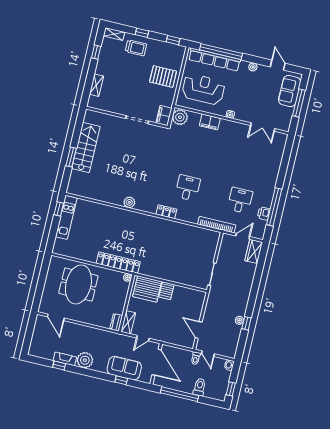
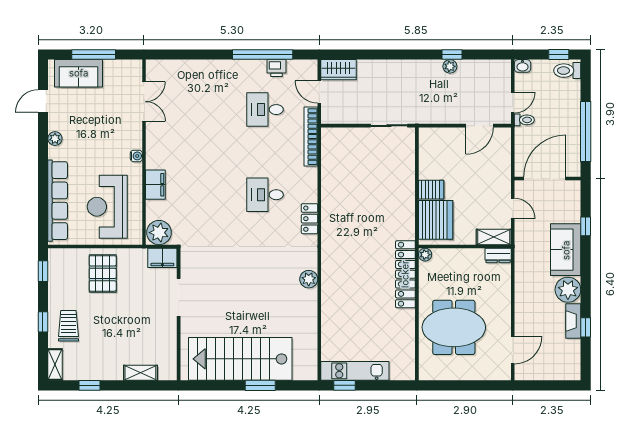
window: (221, 52) -> (43, 193), removed
stairs: (86, 148) -> (240, 359), width x1.36, depth x1.51
sofa: (124, 368) -> (566, 250), moved
toilet: (199, 387) -> (567, 71), moved

